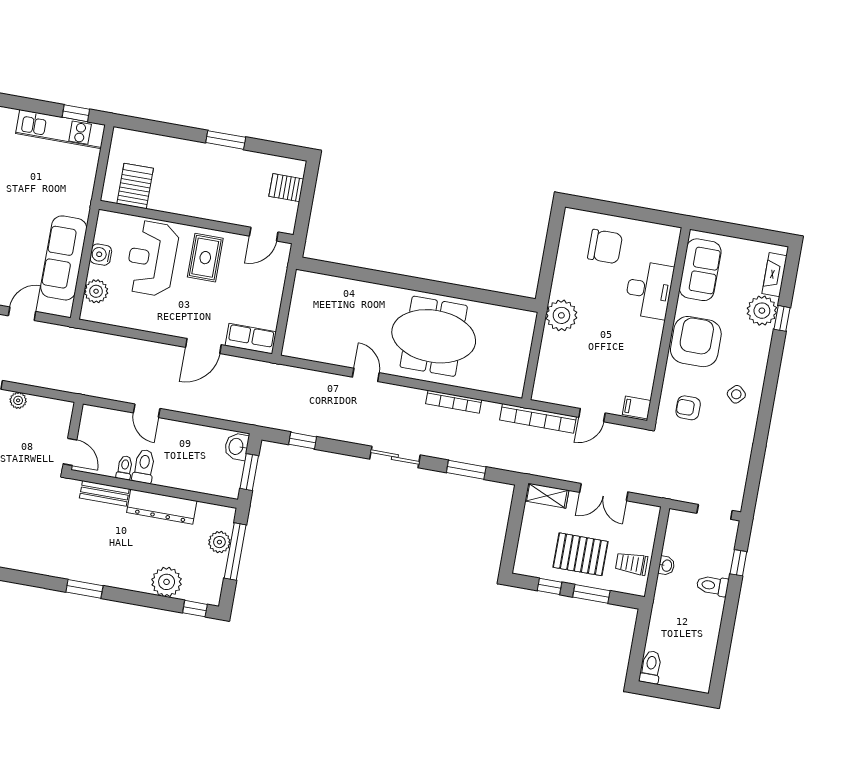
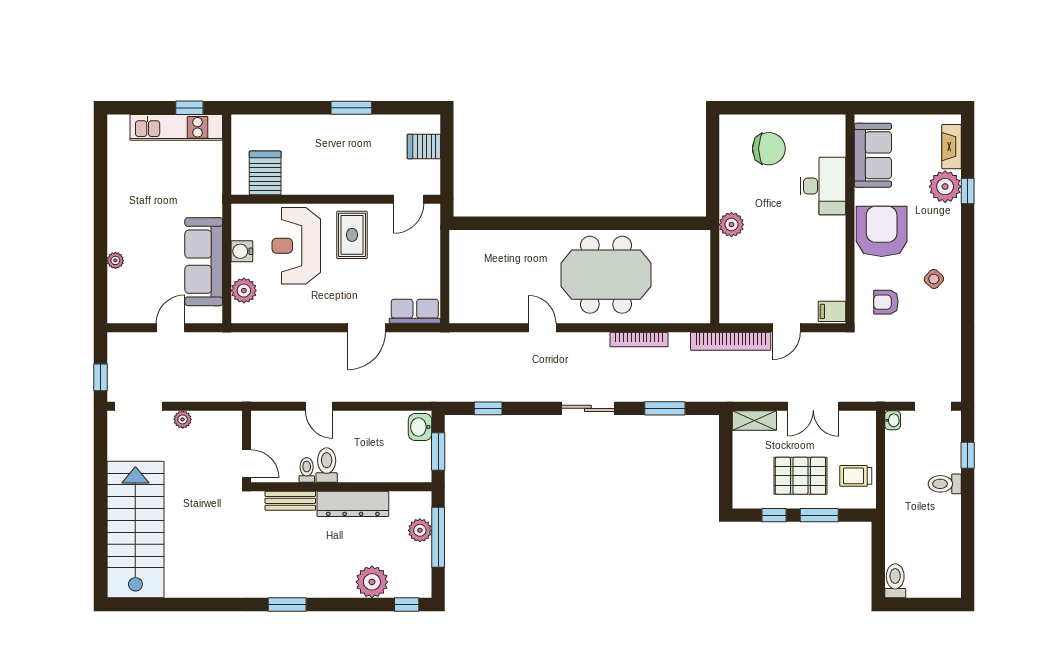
plant: (561, 315) -> (731, 225), width x0.73, depth x0.73
washbasin: (666, 566) -> (893, 420), moved

